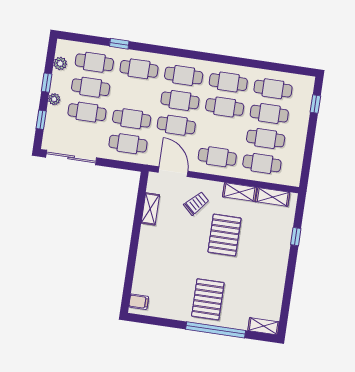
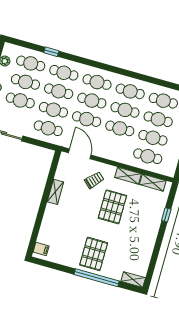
cafe table: (135, 94) -> (59, 91), added
cafe table: (217, 157) -> (120, 128), moved
shelving: (150, 209) -> (55, 192), moved

